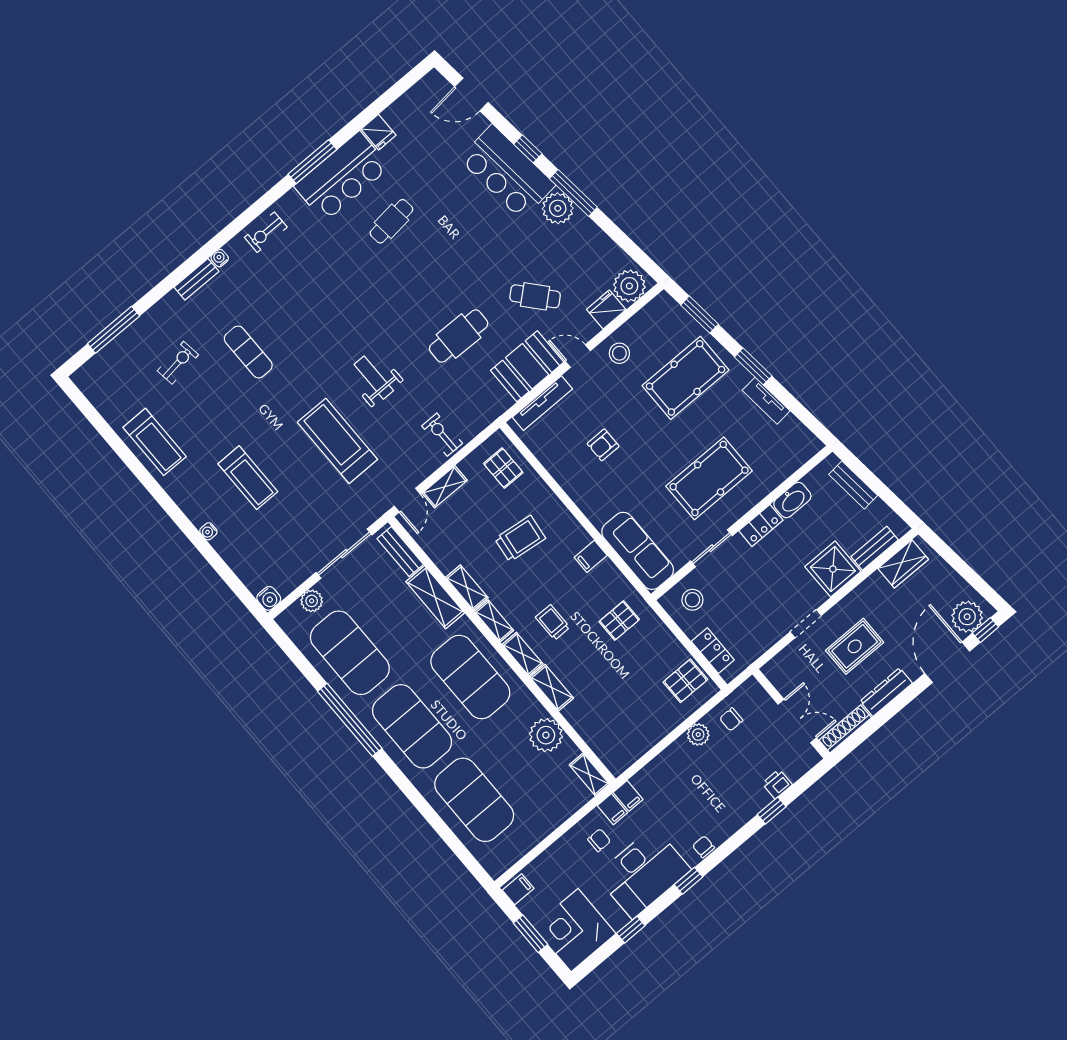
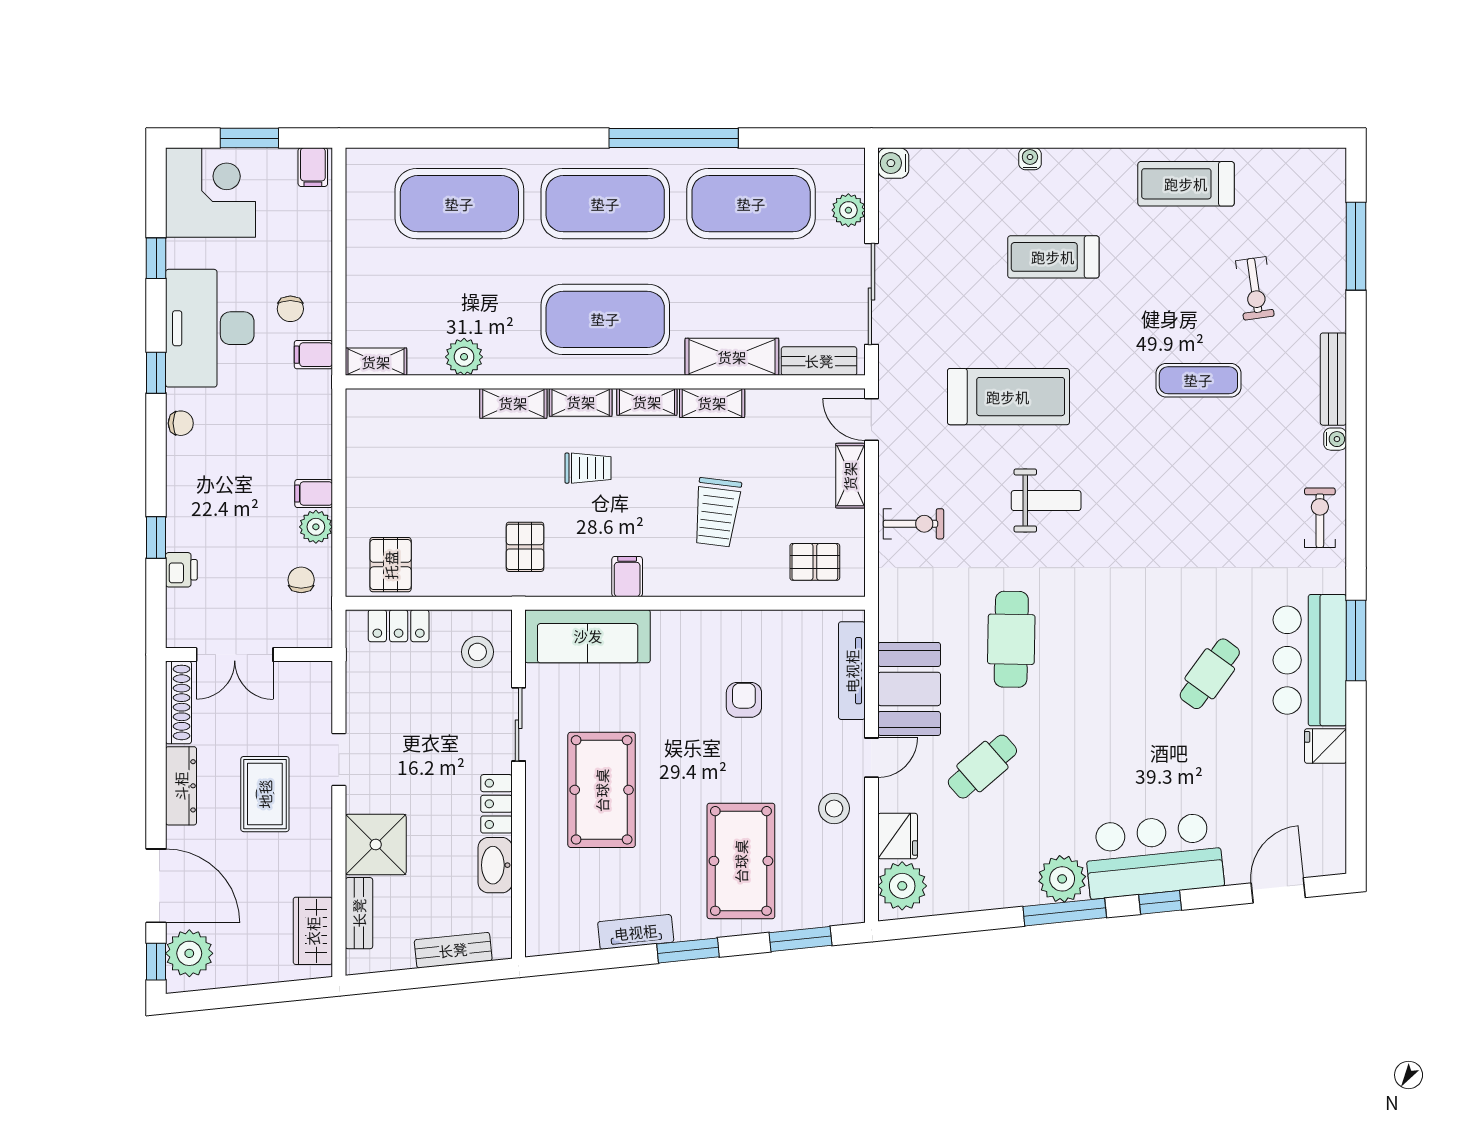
cafe table: (391, 221) -> (1210, 674), turned 42
bench: (196, 279) -> (1333, 379), width x1.36
plant: (546, 735) -> (464, 357), width x0.73, depth x0.73
filing cabinet: (628, 796) -> (314, 494), moved

